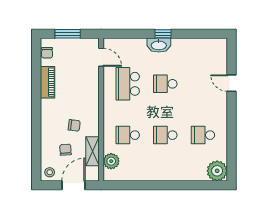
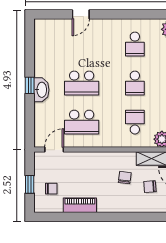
window: (68, 34) -> (30, 184), width x0.67
chair: (47, 53) -> (51, 189), moved
school desk: (165, 84) -> (82, 83), width x1.85
school desk: (128, 135) -> (135, 122), turned 180

